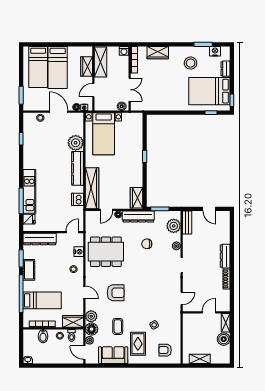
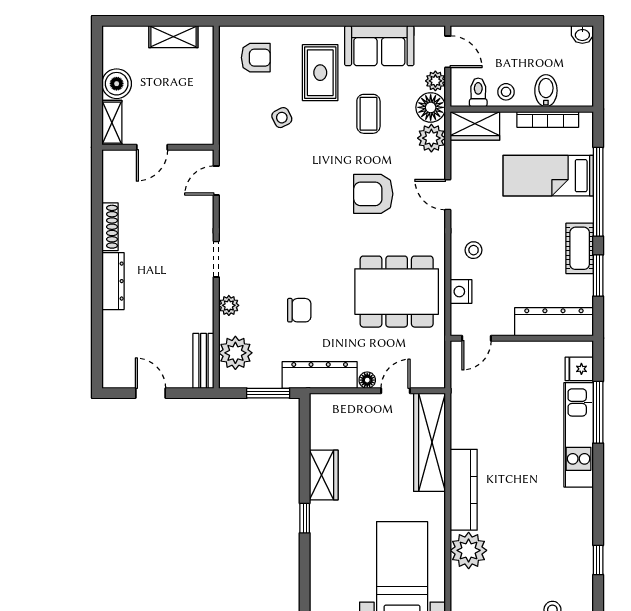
wardrobe: (137, 198) -> (324, 475), moved
dishwasher: (77, 199) -> (464, 416), removed

